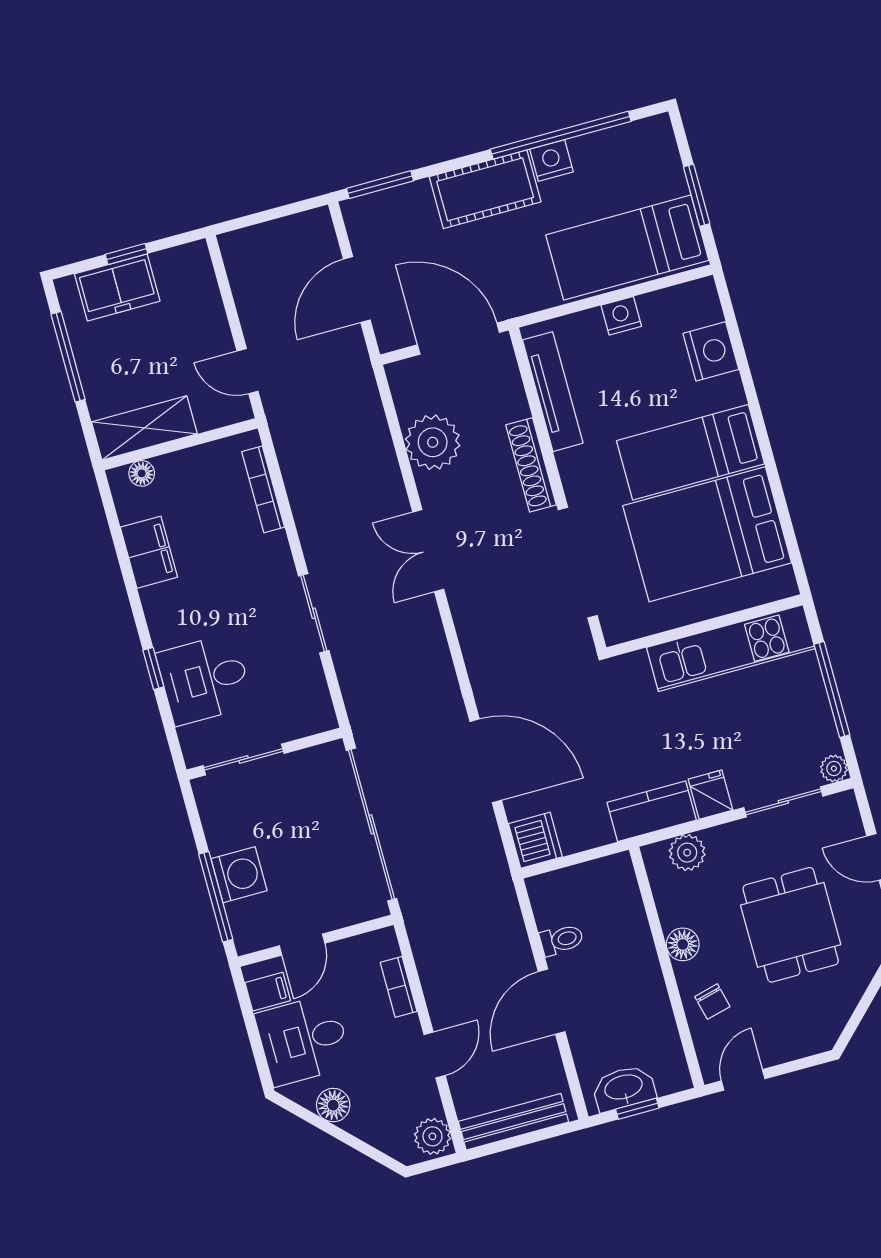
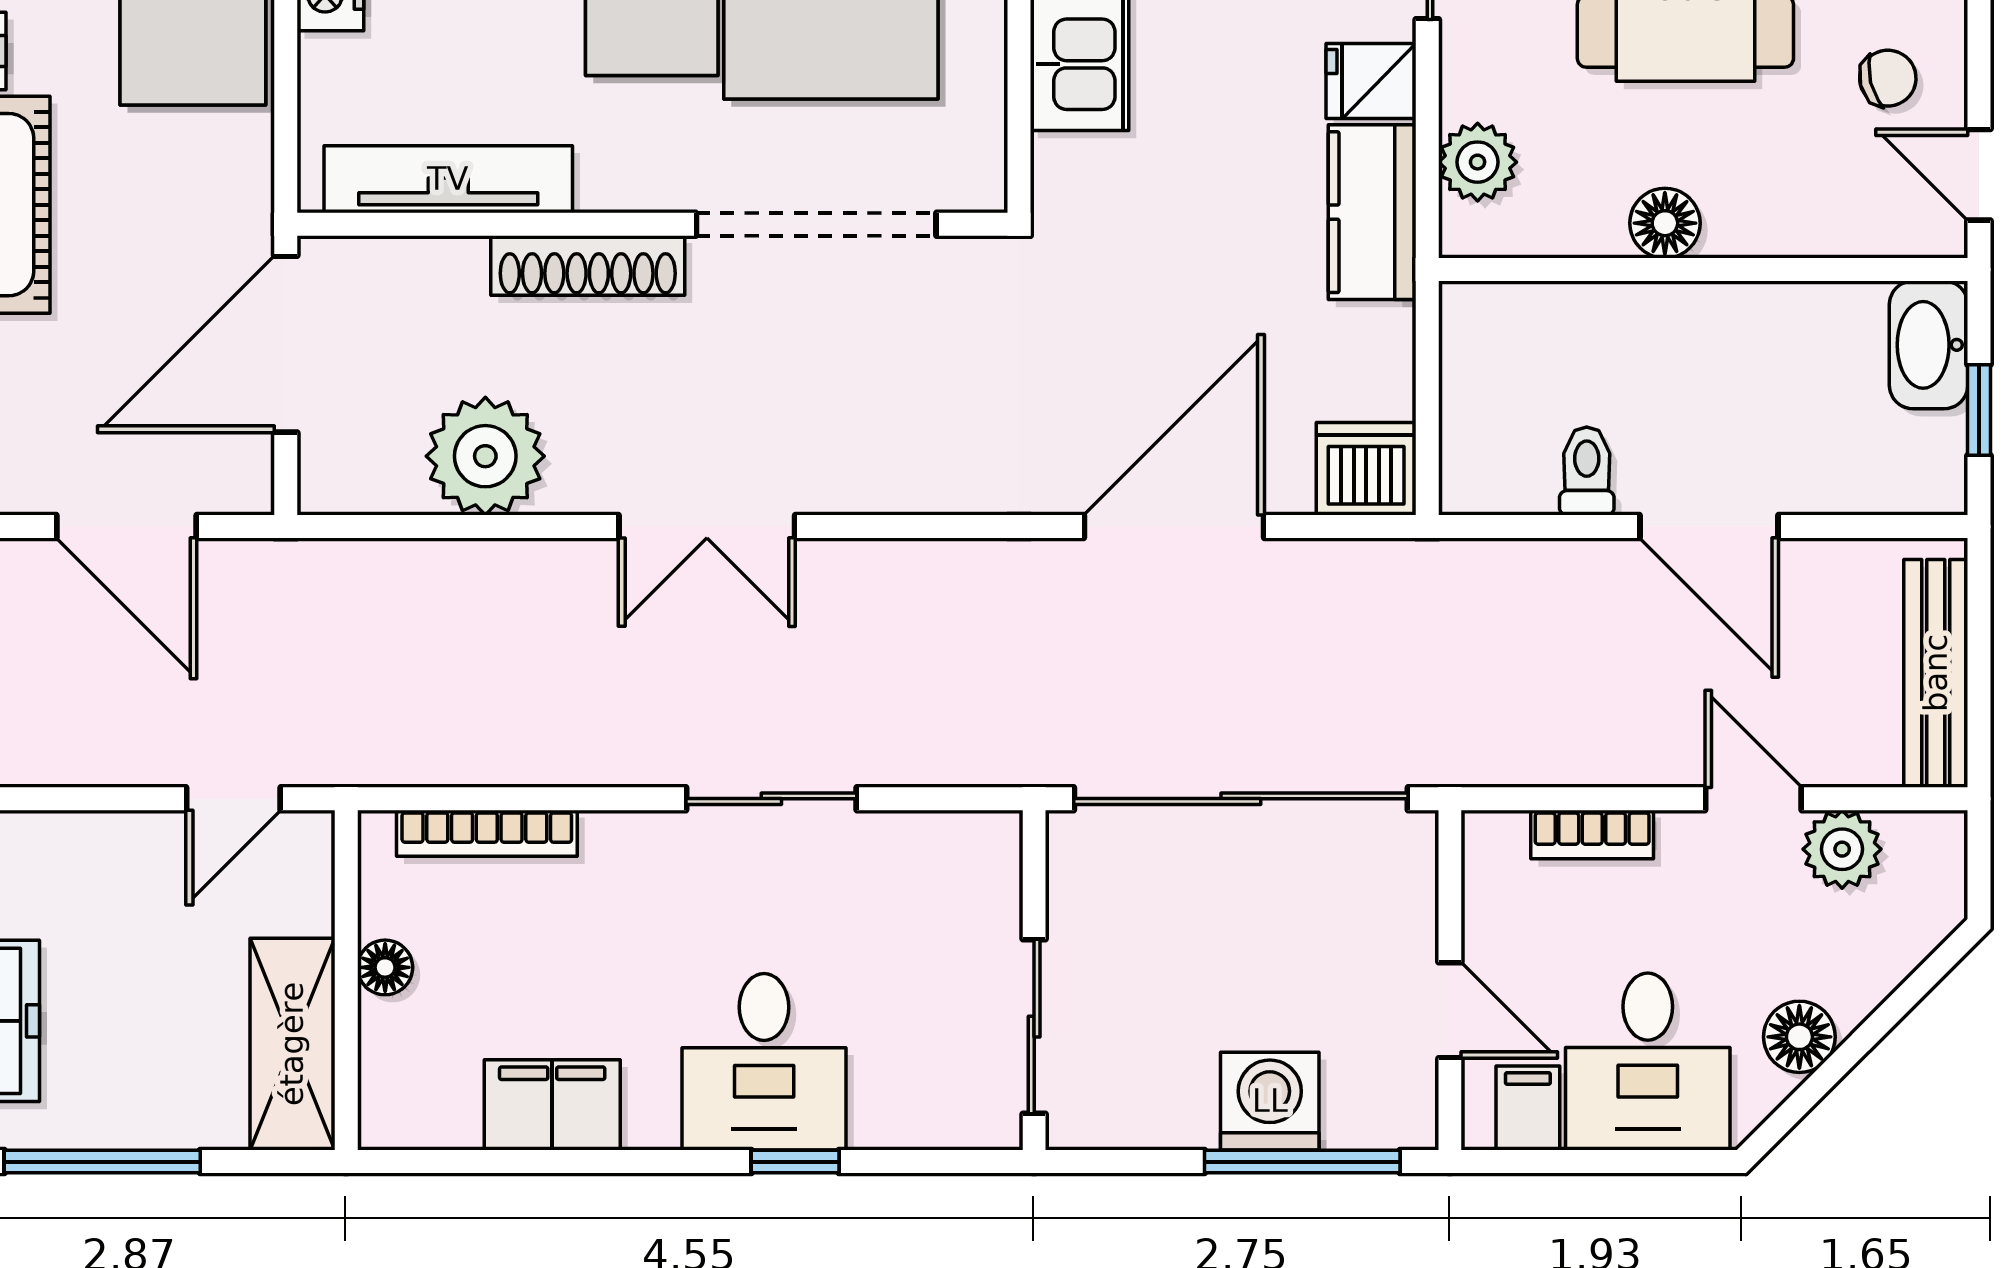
floor lamp: (142, 473) -> (385, 967), moved
desk: (205, 679) -> (764, 1062), moved
chair: (712, 1002) -> (1888, 78), moved
washbasin: (624, 1088) -> (1929, 345), moved
plant: (432, 1136) -> (1842, 849), moved

